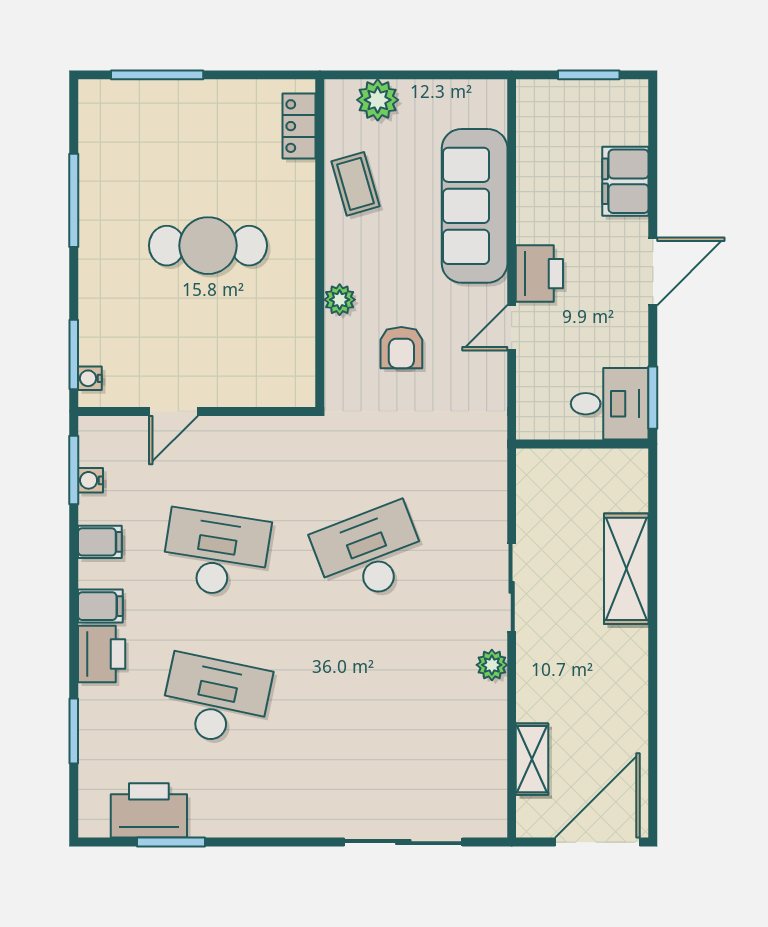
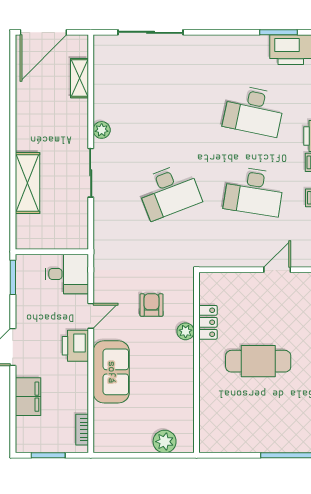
bookcase: (527, 122) -> (82, 430), added
locker: (299, 126) -> (208, 322), moved
coffee table: (355, 184) -> (177, 395), removed
sofa: (475, 206) -> (111, 372), width x0.73
desk: (610, 404) -> (67, 274), moved, turned 180

